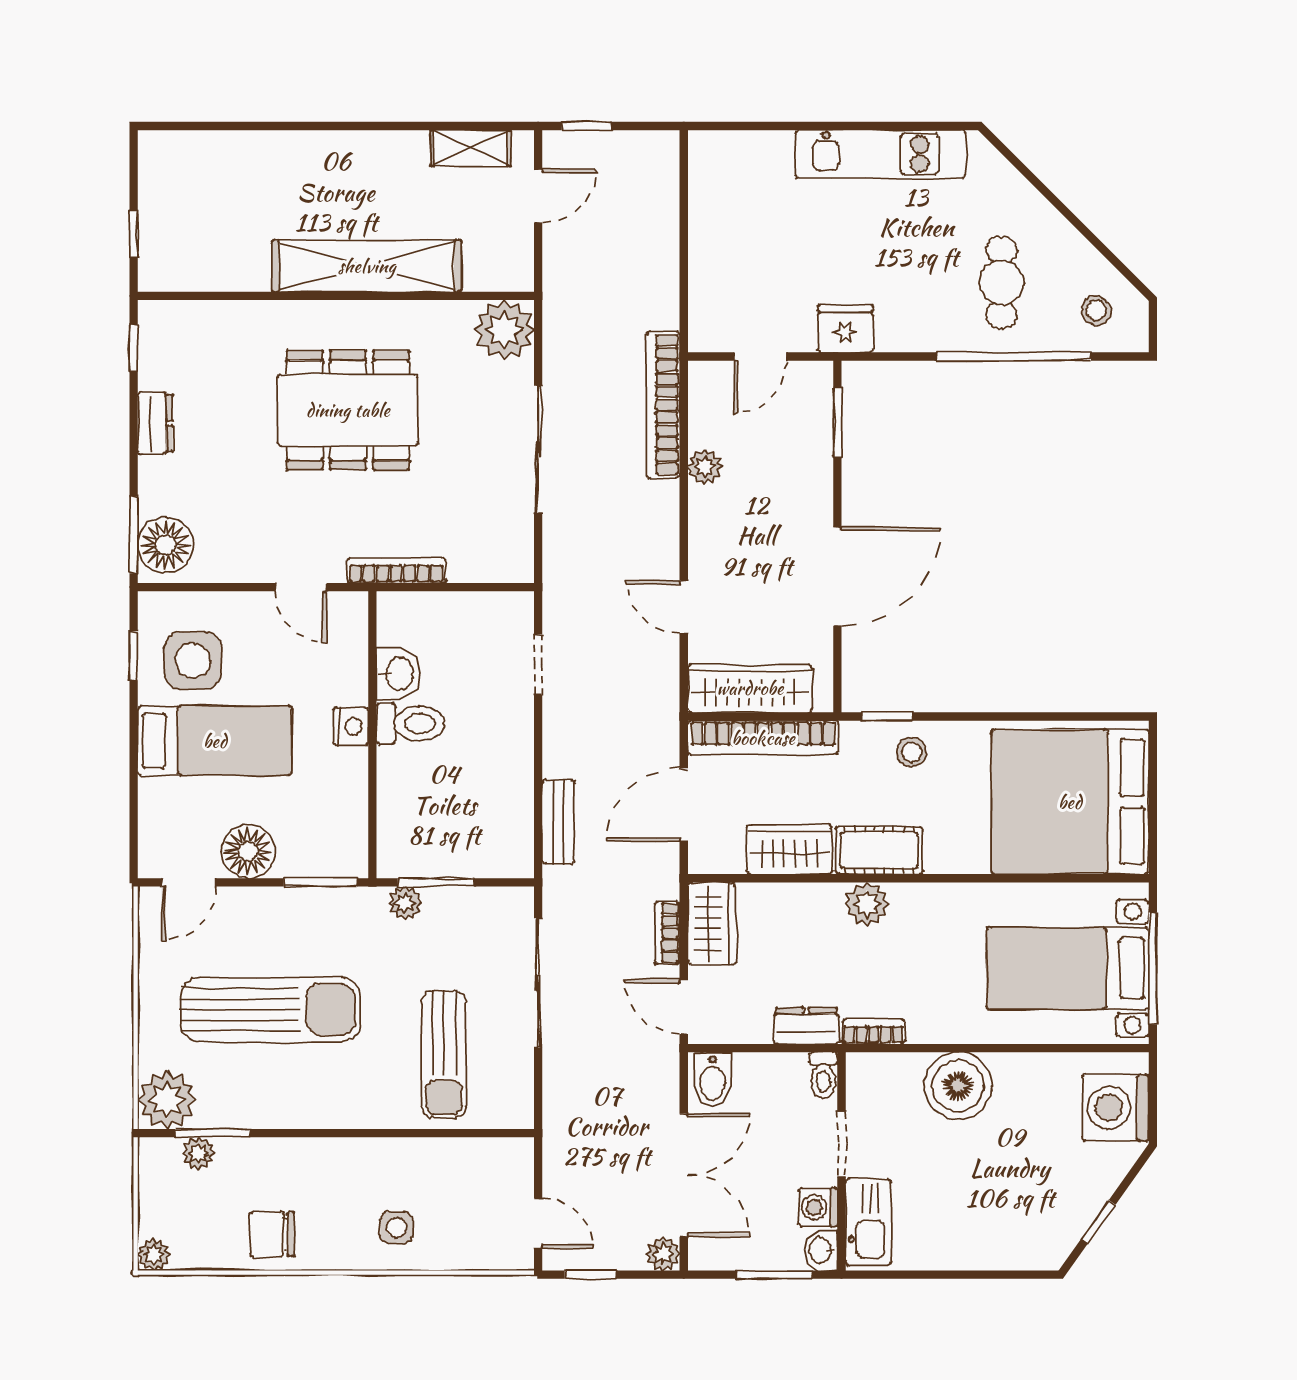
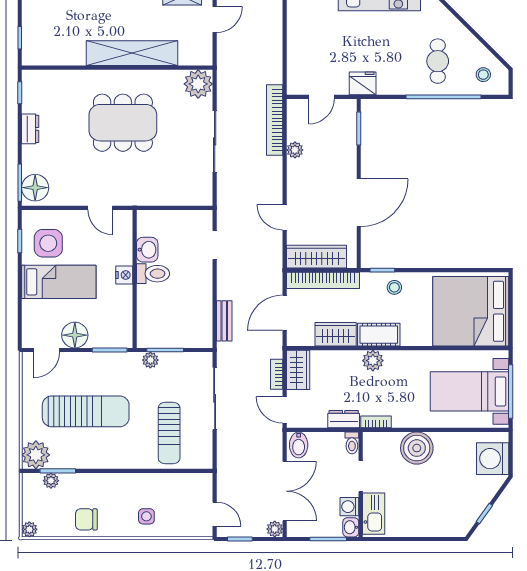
bookcase: (396, 570) -> (146, 200), removed

